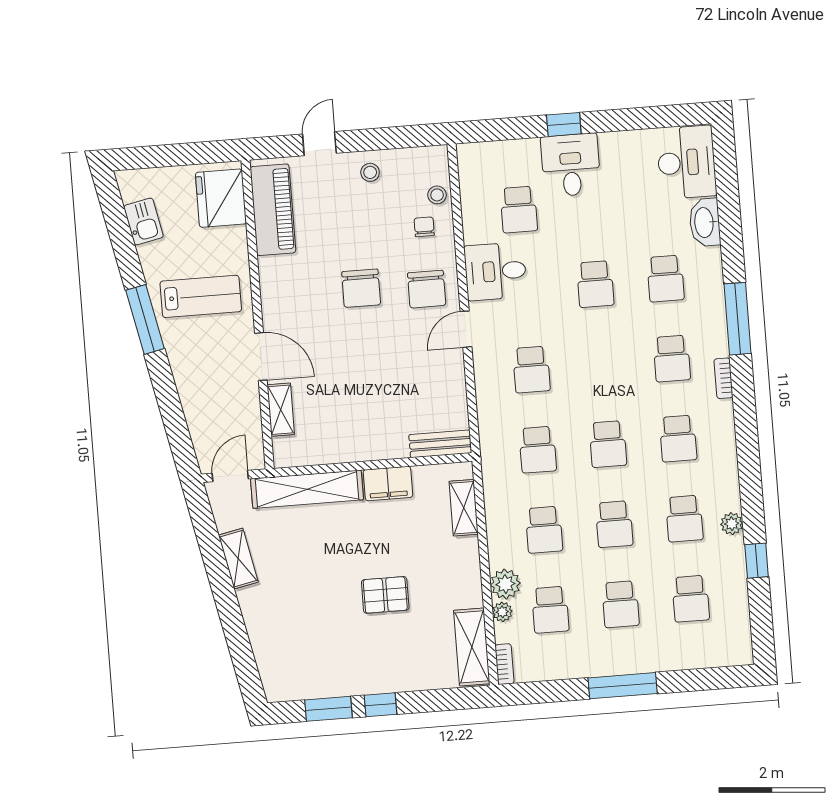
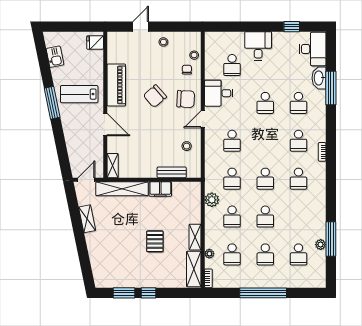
window: (564, 124) -> (292, 27), moved
fridge: (221, 198) -> (95, 42), width x0.53, depth x0.75
piano: (273, 210) -> (116, 85), moved
chair: (361, 288) -> (155, 96), turned 49
chair: (427, 289) -> (186, 99), turned -87
lab bench: (201, 296) -> (79, 94), turned 180
window: (738, 319) -> (331, 88), moved
stool: (436, 388) -> (187, 146), added
shelving: (281, 410) -> (113, 166), moved
bench: (440, 444) -> (172, 172), moved
shelving: (464, 508) -> (195, 237), moved
school desk: (684, 519) -> (298, 217), removed
plant: (732, 524) -> (321, 245), moved
window: (757, 561) -> (331, 239), width x2.17
plant: (505, 584) -> (212, 200), moved
pallet: (385, 595) -> (155, 241), turned 90
window: (623, 686) -> (263, 293), width x1.46

